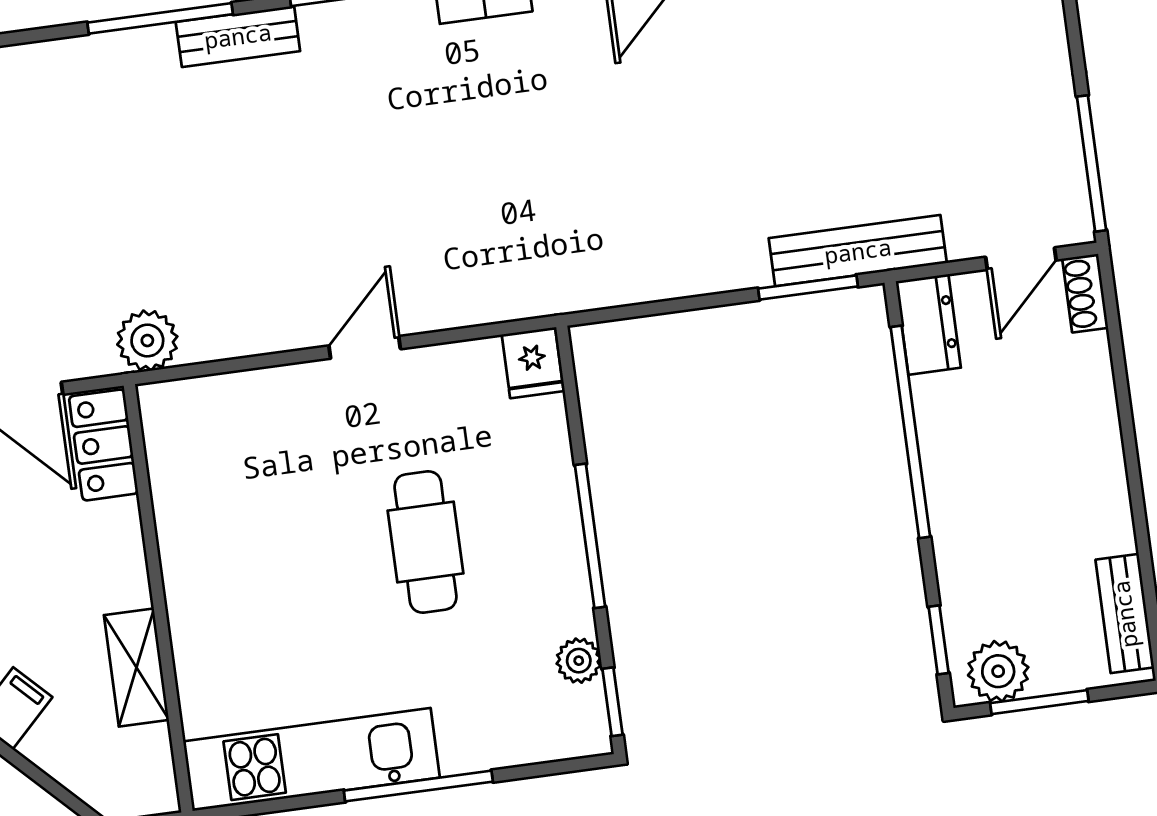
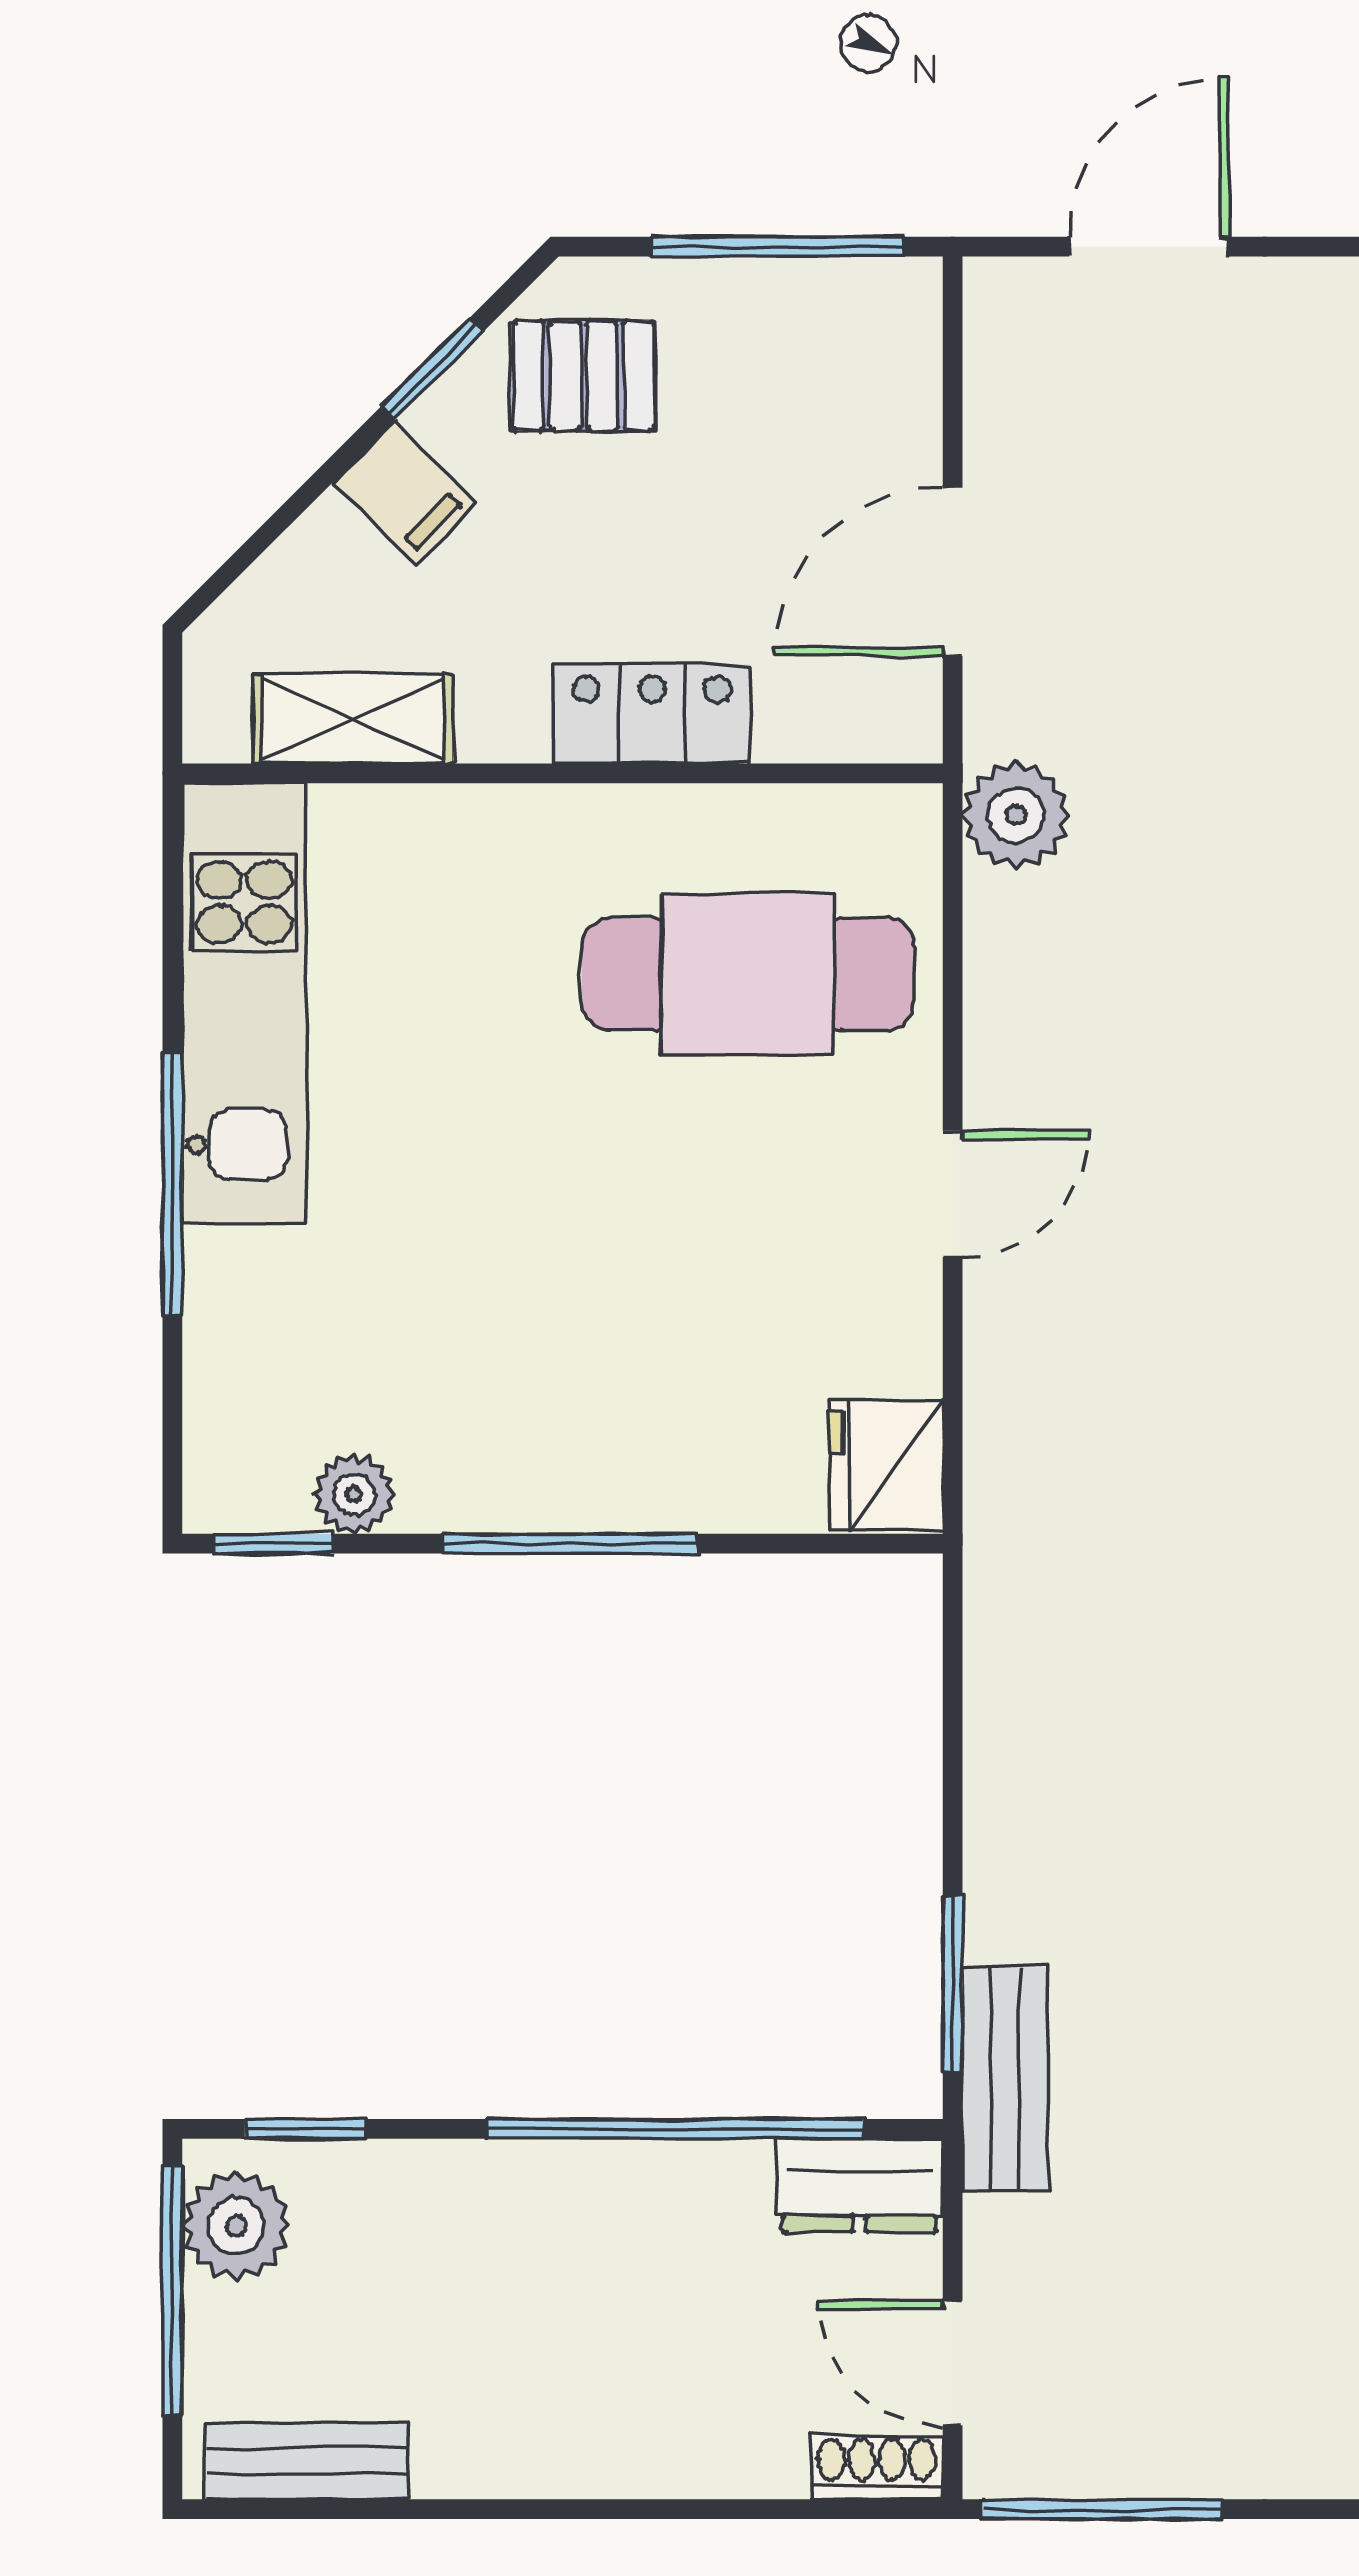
bench: (858, 251) -> (1005, 2080), width x0.73
door: (365, 347) -> (953, 1194), hinge flipped
fridge: (533, 363) -> (886, 1466), width x1.38
locker: (104, 445) -> (652, 714), moved
cafe table: (426, 542) -> (748, 974), moved, width x1.37, depth x1.35
shelving: (136, 668) -> (353, 719), moved
window: (1039, 702) -> (172, 2291), width x1.44

